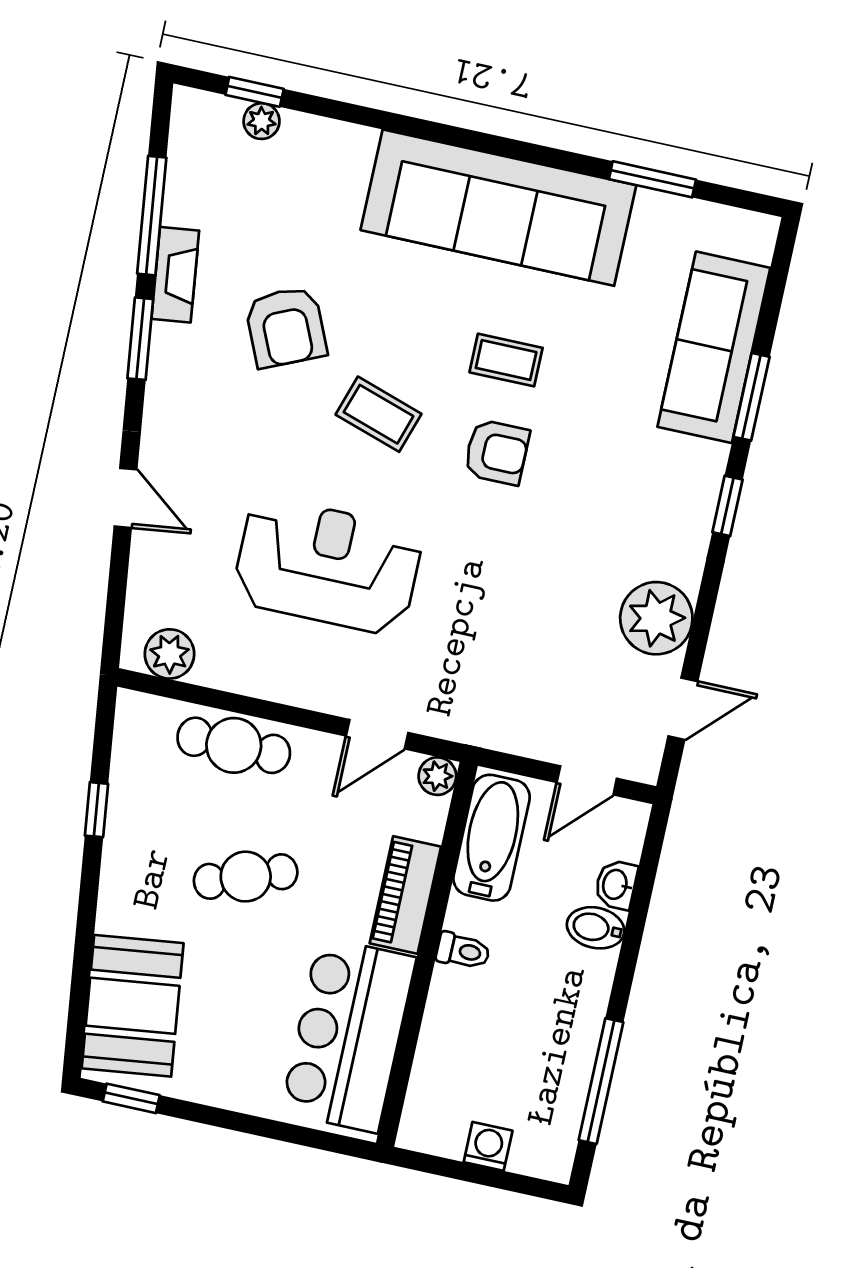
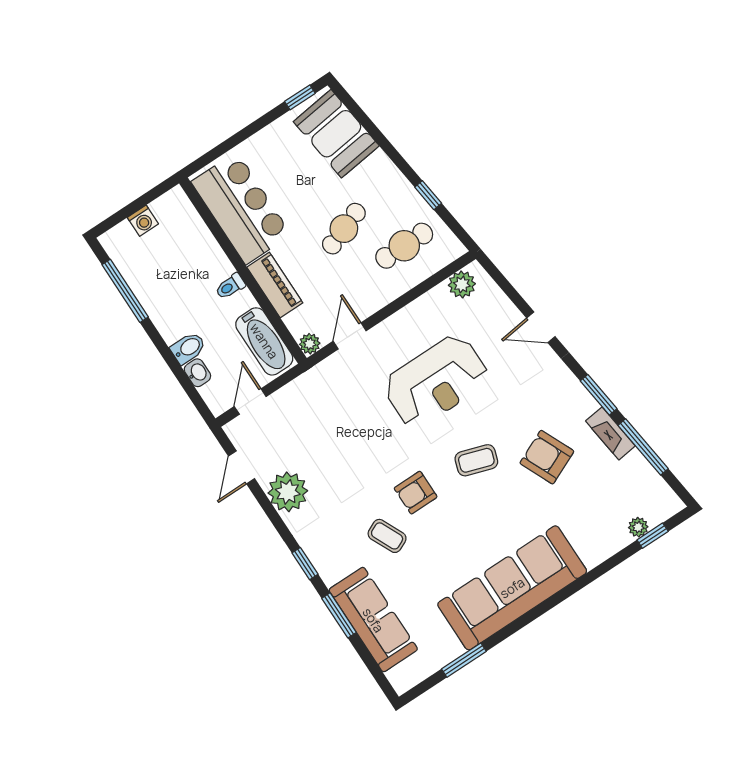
coffee table: (506, 360) -> (387, 536), moved, turned 65
cafe table: (234, 745) -> (404, 246), moved

